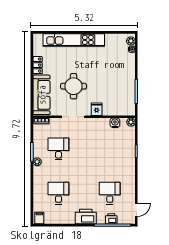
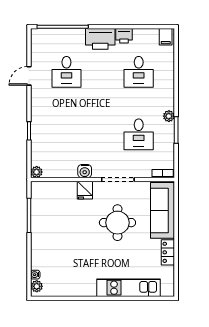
kitchen unit: (74, 40) -> (129, 288), width x0.73
water cooler: (115, 123) -> (85, 171), moved
door: (136, 210) -> (29, 76), moved
printer: (111, 219) -> (124, 36), moved

